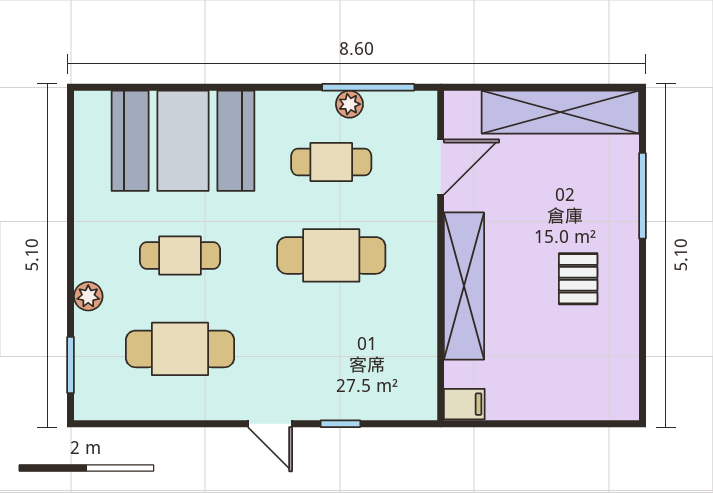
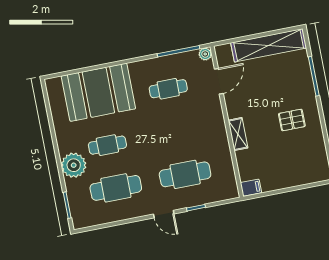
plant: (349, 104) -> (205, 54), moved
cafe table: (331, 255) -> (185, 174), moved
pallet: (578, 279) -> (292, 120), turned 90
shelving: (464, 286) -> (238, 134), width x0.45, depth x0.75
plant: (88, 296) -> (74, 165), width x1.88, depth x1.88

